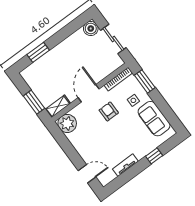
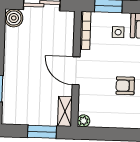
armchair: (109, 111) -> (125, 86), moved
plant: (67, 123) -> (84, 121), width x0.53, depth x0.53

